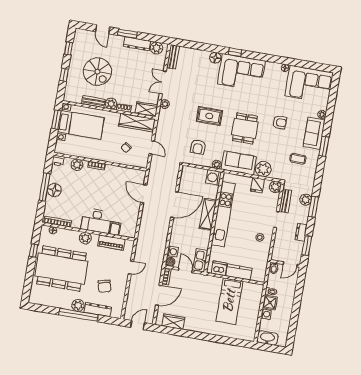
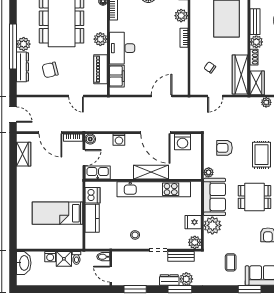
washing machine: (213, 178) -> (182, 142), moved, turned 180
filing cabinet: (115, 229) -> (117, 76), width x2.00
dresser: (301, 232) -> (169, 280), moved
washing machine: (172, 252) -> (119, 140), moved

